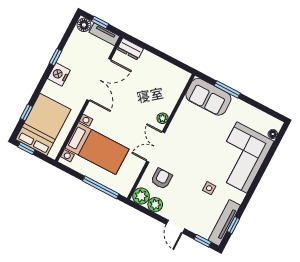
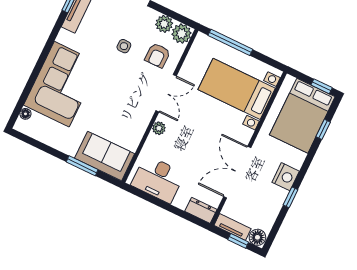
desk: (165, 76) -> (158, 179), added
side table: (209, 188) -> (124, 46), moved

